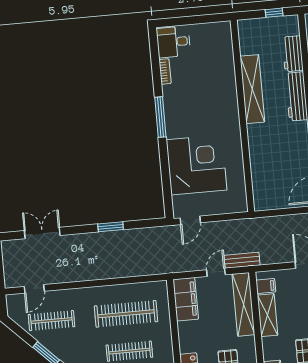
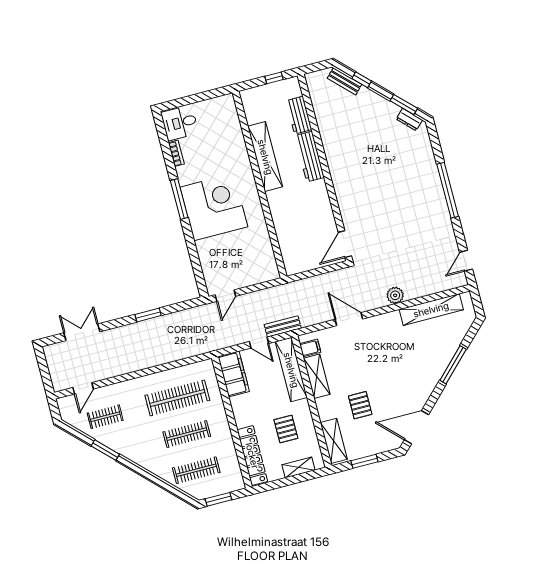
corner desk: (197, 165) -> (214, 207), moved
door: (216, 272) -> (259, 343), swing flipped
clothes rail: (51, 321) -> (105, 417), width x0.73

